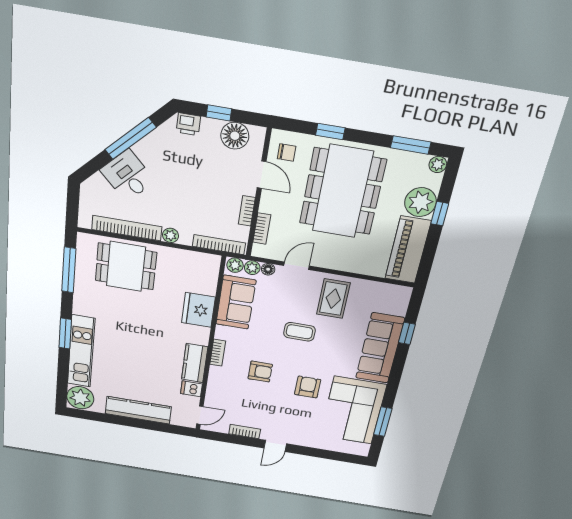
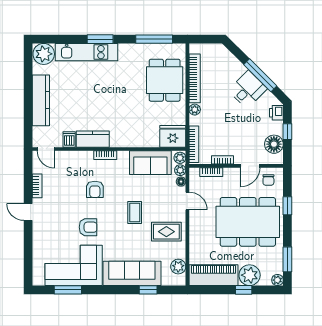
desk: (128, 176) -> (248, 89), moved
plant: (385, 292) -> (178, 267), added
fridge: (198, 310) -> (173, 136), moved

